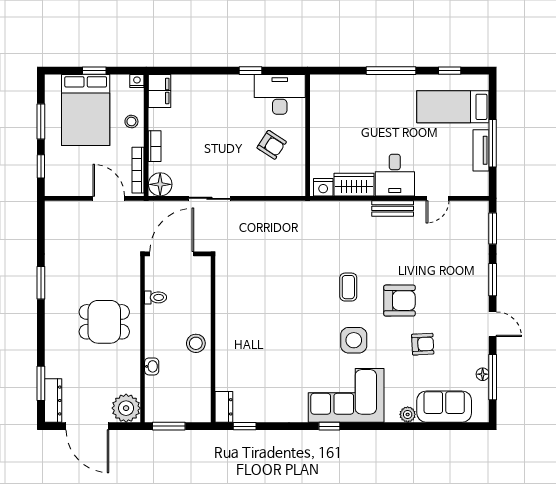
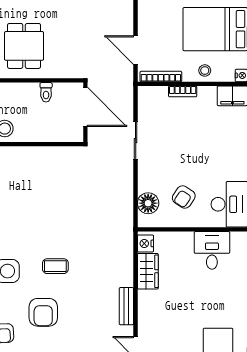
desk: (395, 175) -> (212, 250), moved, turned 90
floor lamp: (160, 184) -> (148, 203), moved
door: (109, 198) -> (136, 50), swing flipped

